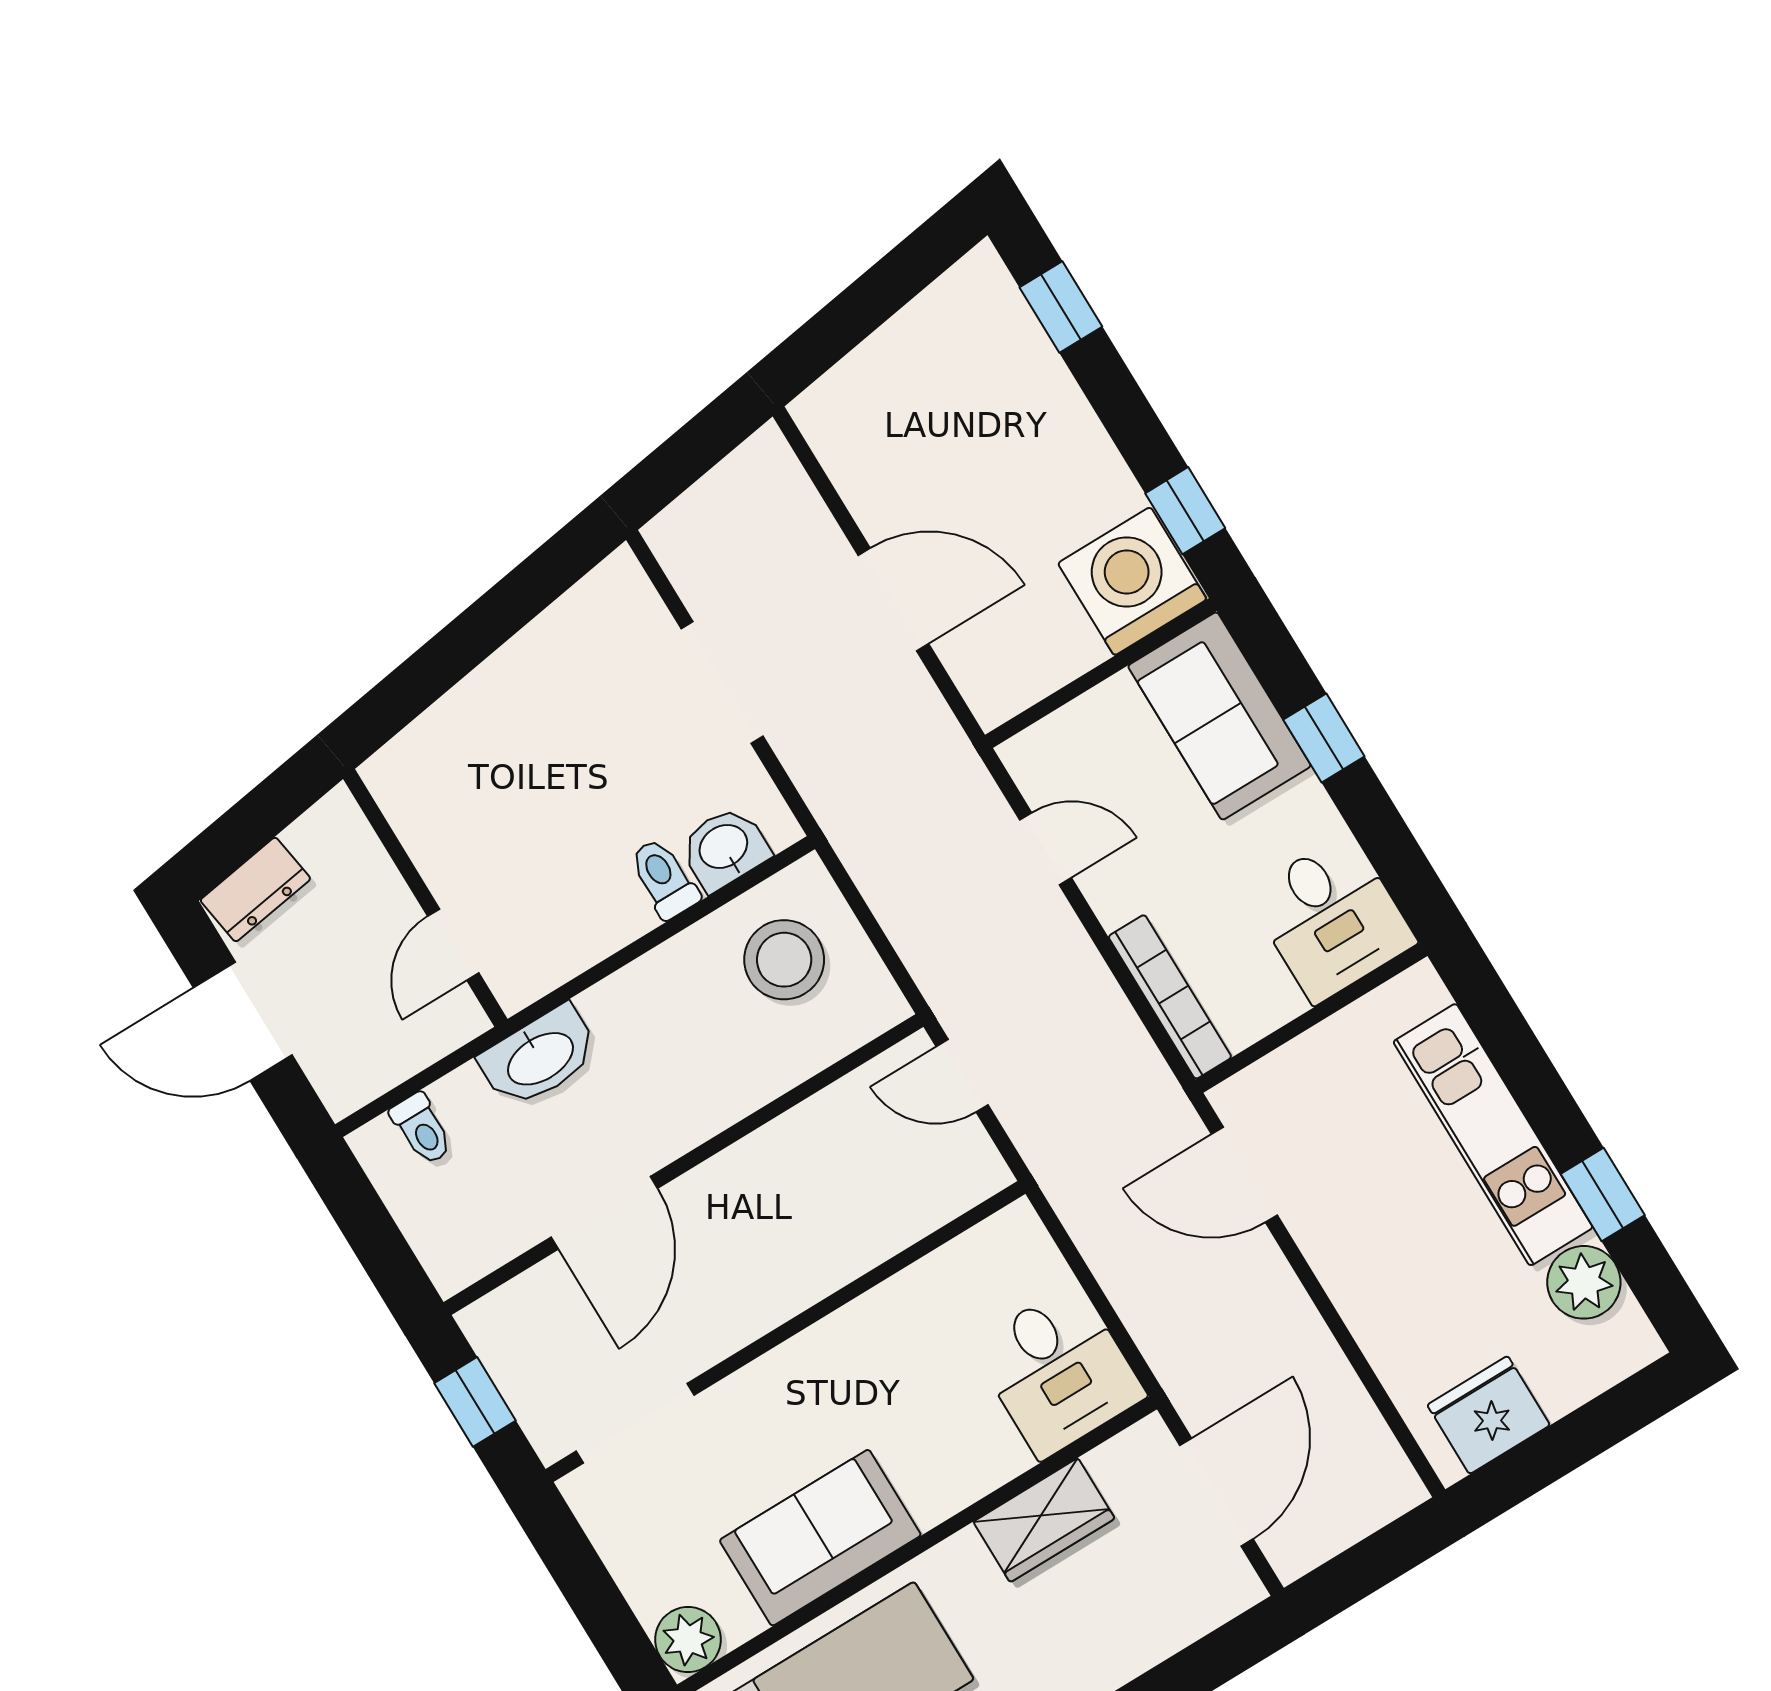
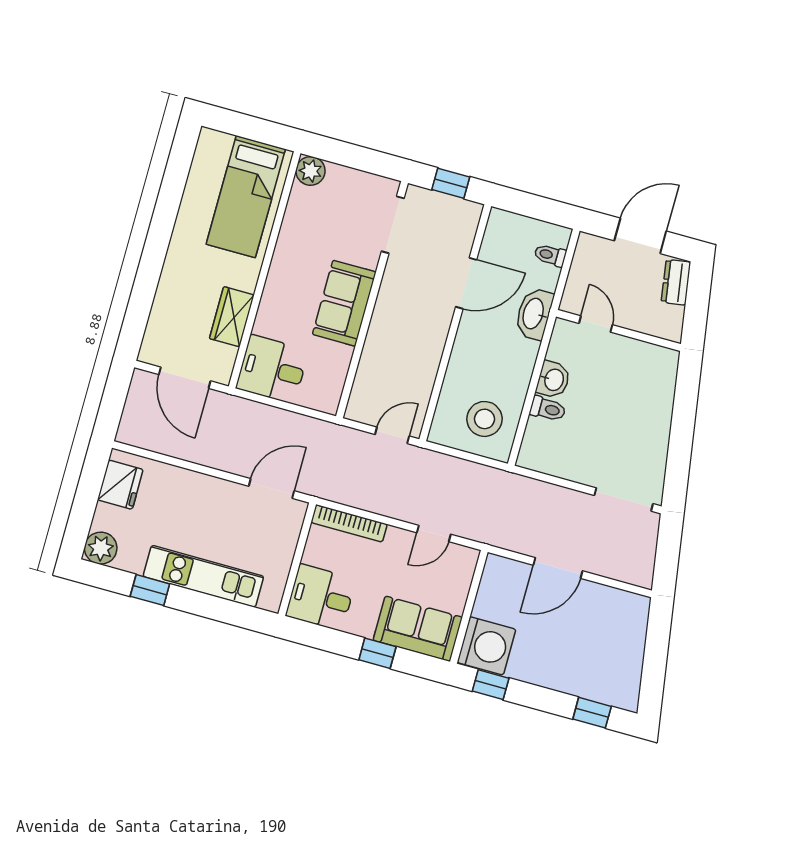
doorway: (722, 682) -> (624, 499), moved
washbasin: (724, 848) -> (553, 380), moved
door: (604, 1213) -> (466, 283), swing flipped
plant: (1584, 1282) -> (101, 548), moved
sofa: (820, 1538) -> (344, 303), moved, turned 180

